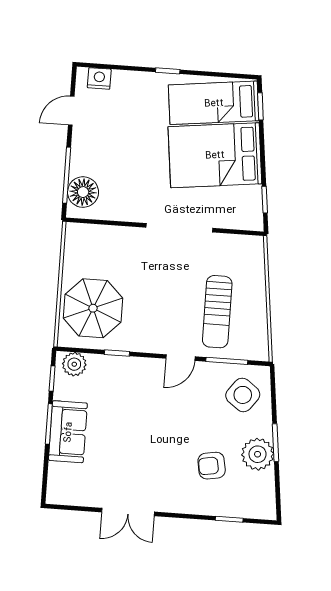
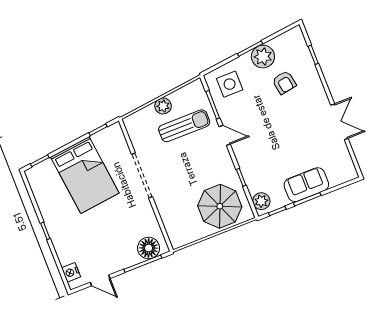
bed: (214, 103) -> (52, 192), removed
plant: (255, 297) -> (163, 106), added
side table: (243, 395) -> (230, 84), turned -37

